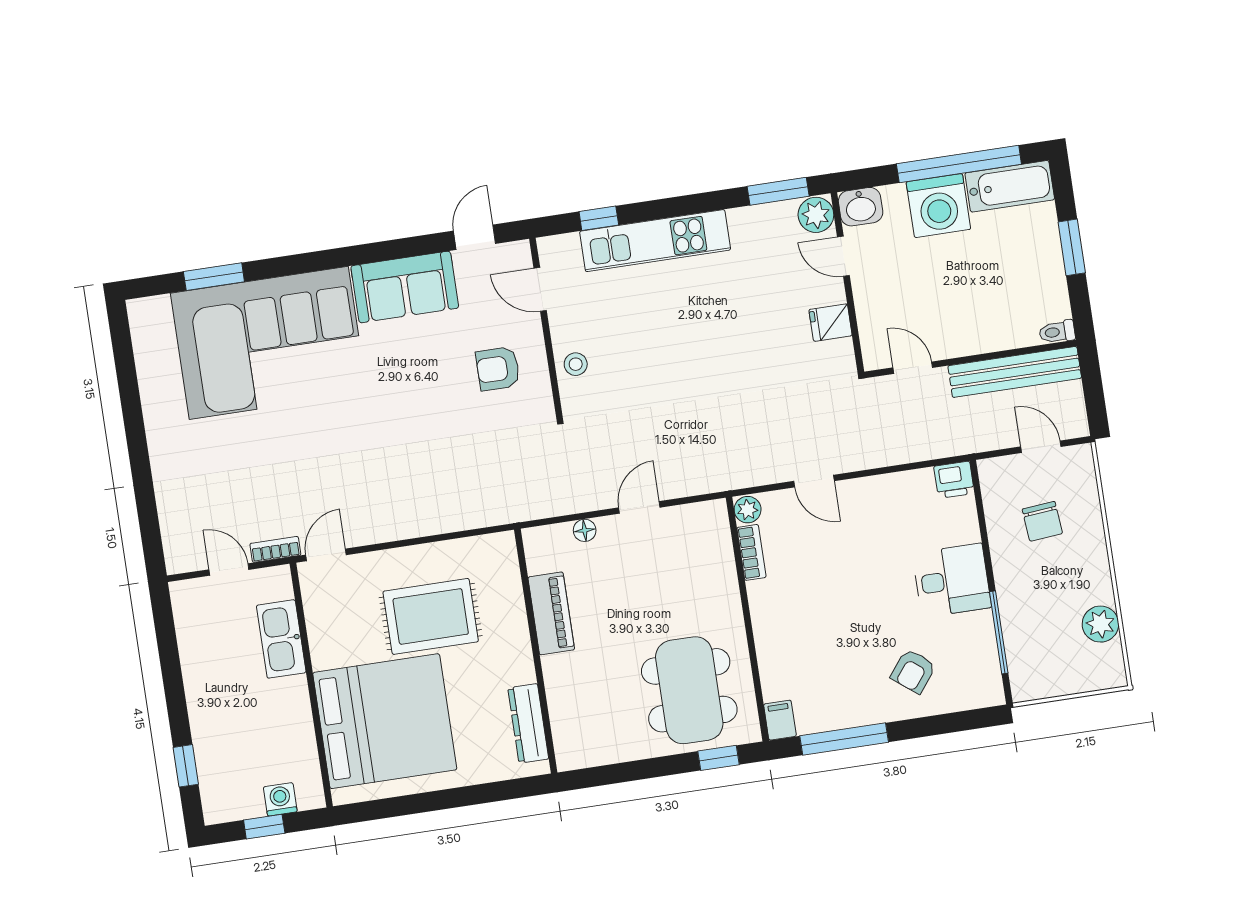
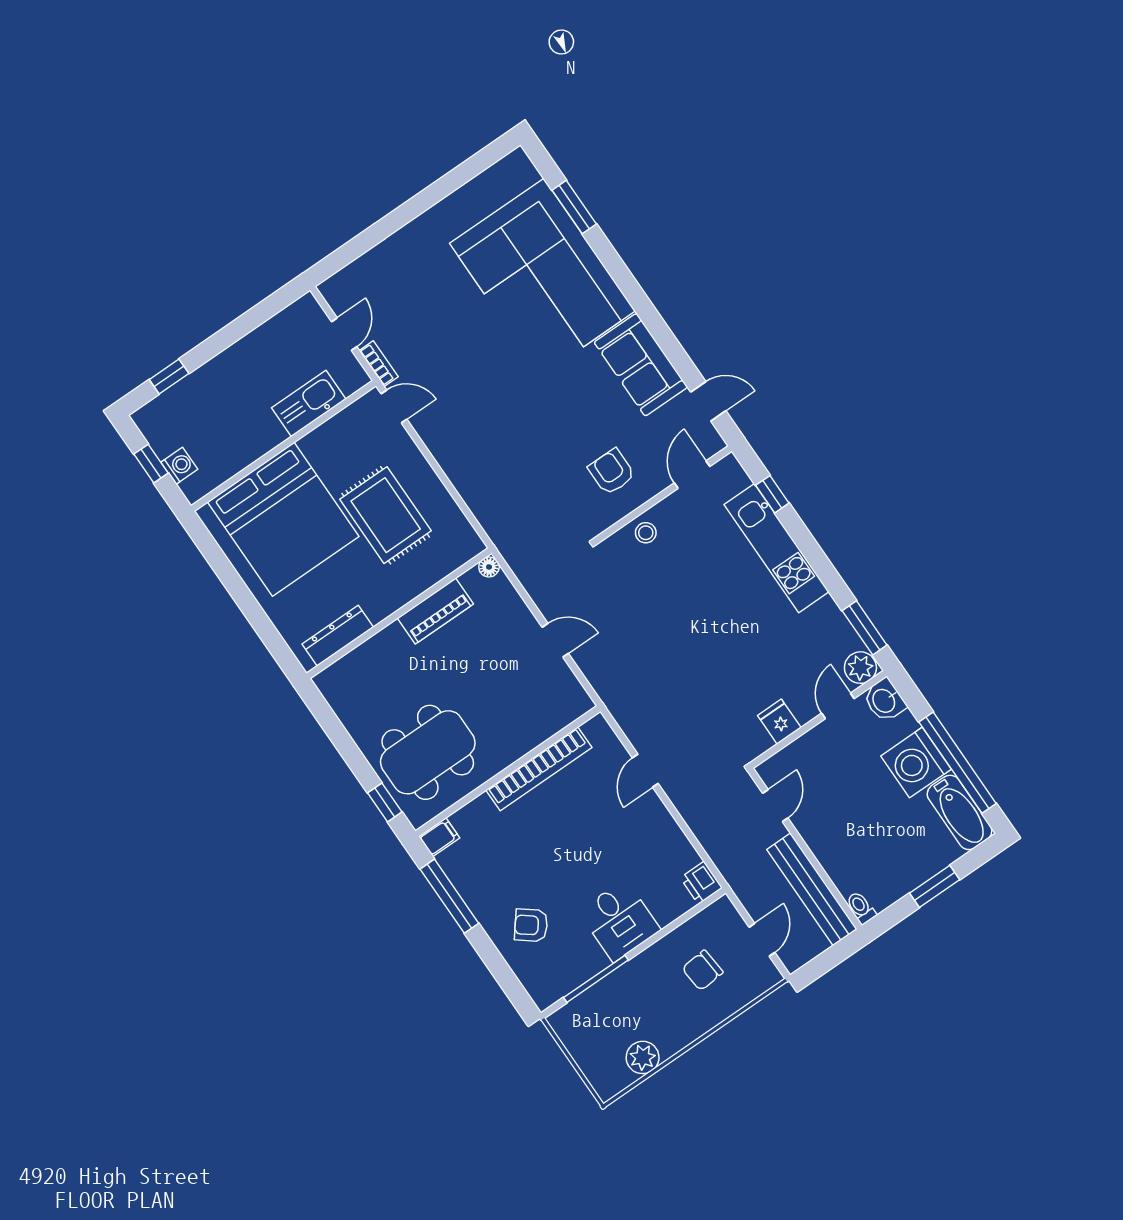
plant: (748, 510) -> (596, 728), removed
floor lamp: (585, 530) -> (489, 567), moved
bookcase: (751, 552) -> (539, 769), width x2.31, depth x1.31

